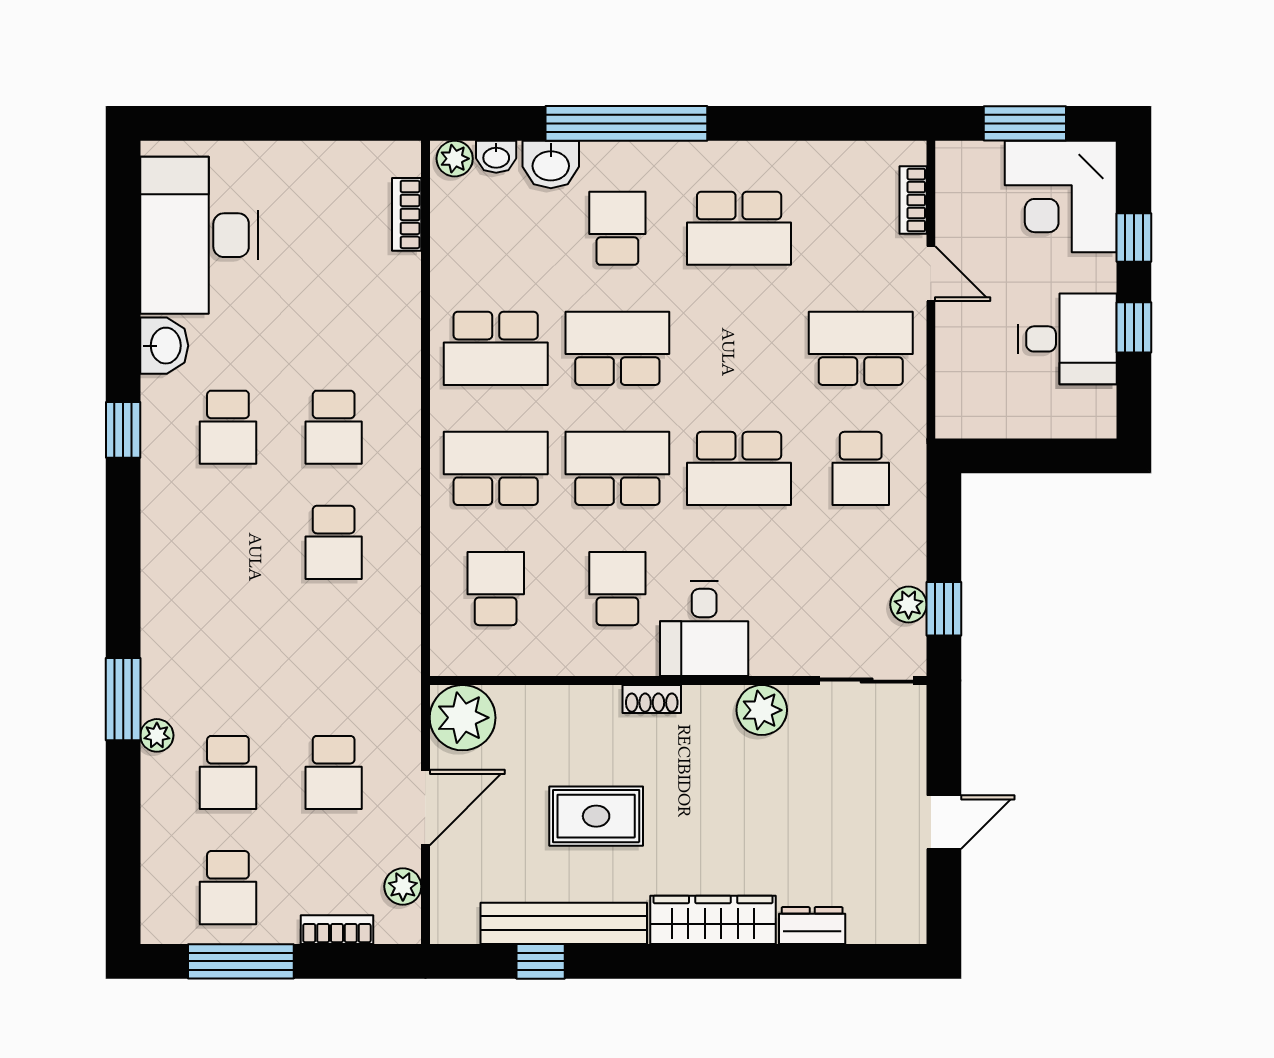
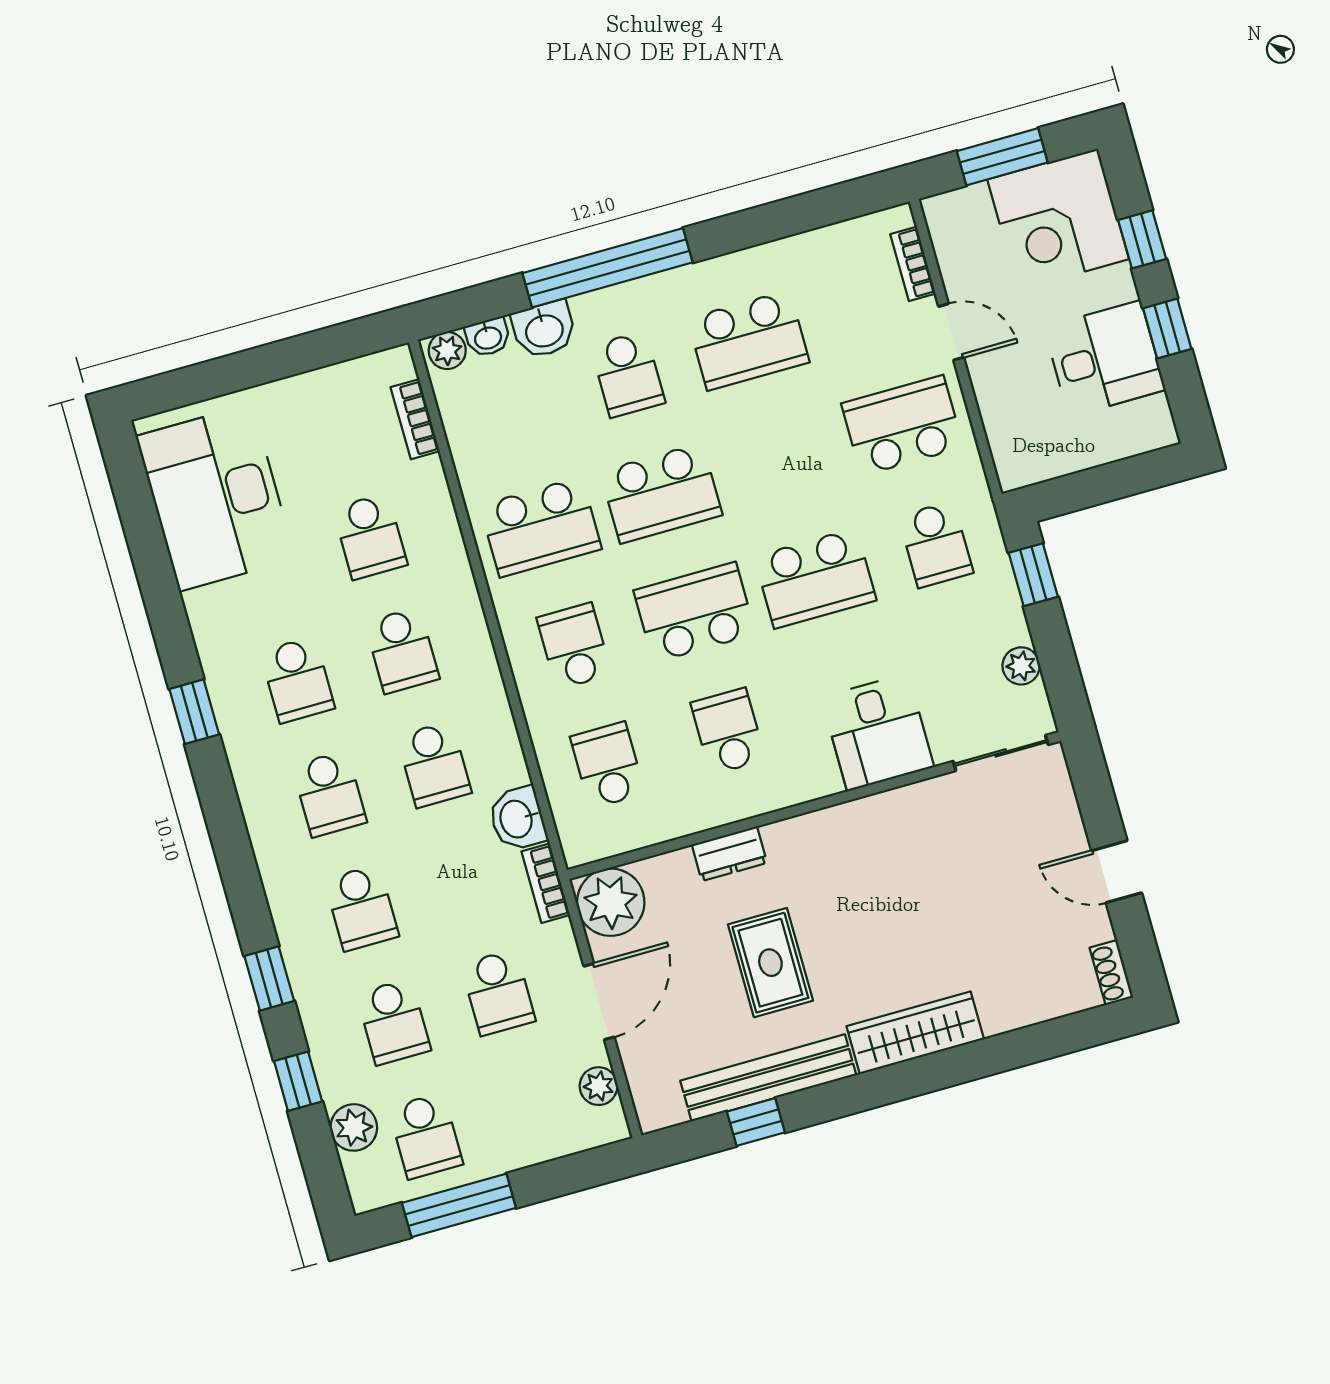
school desk: (617, 228) -> (628, 374), turned 180
school desk: (334, 312) -> (370, 536), added
washbasin: (164, 346) -> (517, 819), moved, turned 180
school desk: (617, 348) -> (661, 493), turned 180
school desk: (496, 468) -> (574, 646), width x0.54
school desk: (228, 542) -> (329, 794), added
window: (944, 609) -> (1033, 575), moved
desk: (704, 629) -> (878, 732), moved
school desk: (228, 657) -> (361, 908), added
window: (123, 699) -> (269, 978), width x0.67
shoe rack: (652, 699) -> (1111, 972), moved, turned 90
plant: (762, 710) -> (905, 811), removed
plant: (157, 735) -> (354, 1127), moved, width x1.38, depth x1.38
window: (123, 803) -> (298, 1081), added
rug: (596, 816) -> (770, 963), turned 90
door: (944, 822) -> (1117, 872), swing flipped
dresser: (812, 926) -> (729, 854), moved, turned 180
bookcase: (337, 930) -> (546, 883), moved, turned -90

